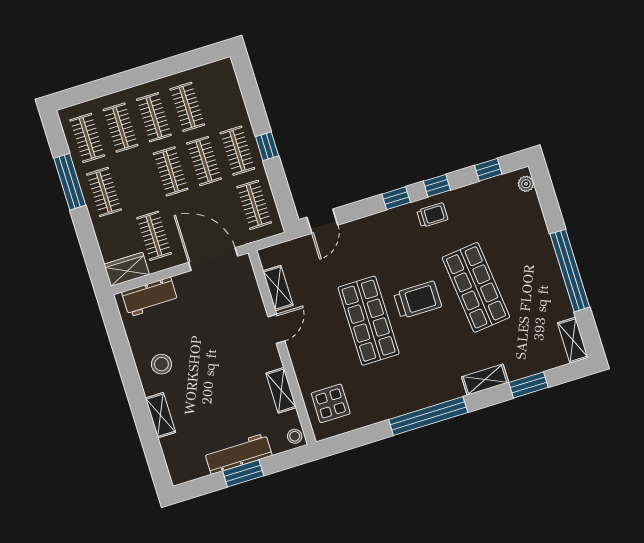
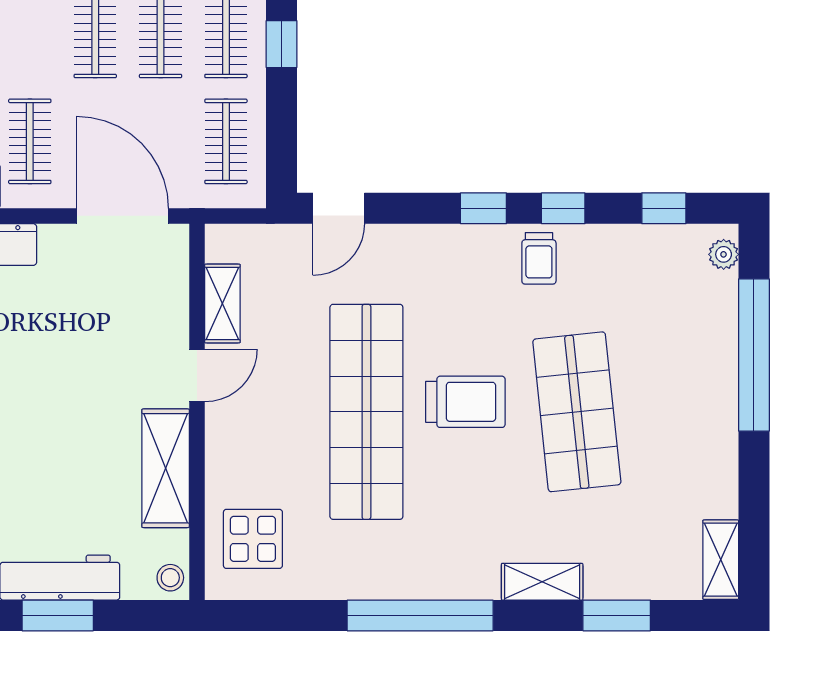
trolley: (432, 215) -> (539, 258), turned 90
window: (570, 271) -> (754, 355), moved
shop shelf: (369, 321) -> (366, 412), width x1.40
shelving: (281, 390) -> (166, 468), width x1.50, depth x1.33

